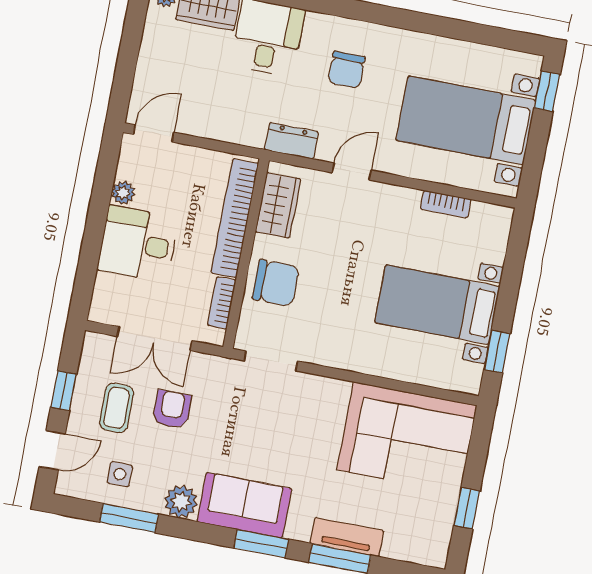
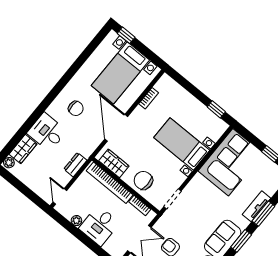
dresser: (291, 141) -> (75, 165), moved
door: (352, 171) -> (116, 128), width x1.87
chair: (276, 283) -> (143, 180), turned -90
bed with nightstands: (437, 305) -> (182, 144), moved, turned 90

